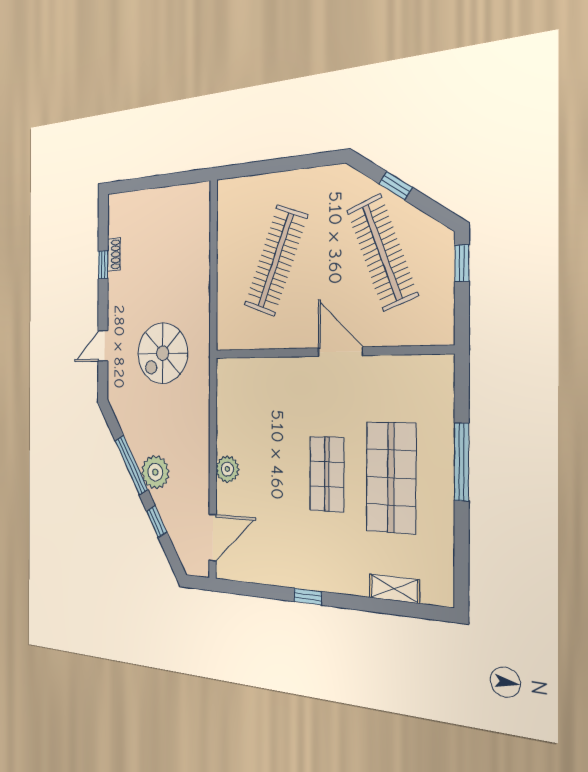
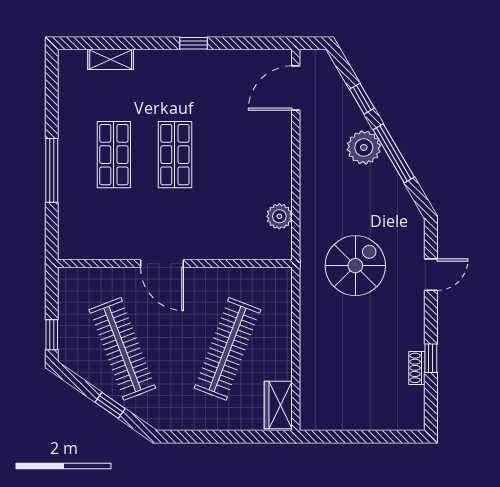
wardrobe: (229, 205) -> (278, 405), added
plant: (227, 469) -> (279, 216), moved
shop shelf: (391, 477) -> (114, 155), width x0.70, depth x0.74

